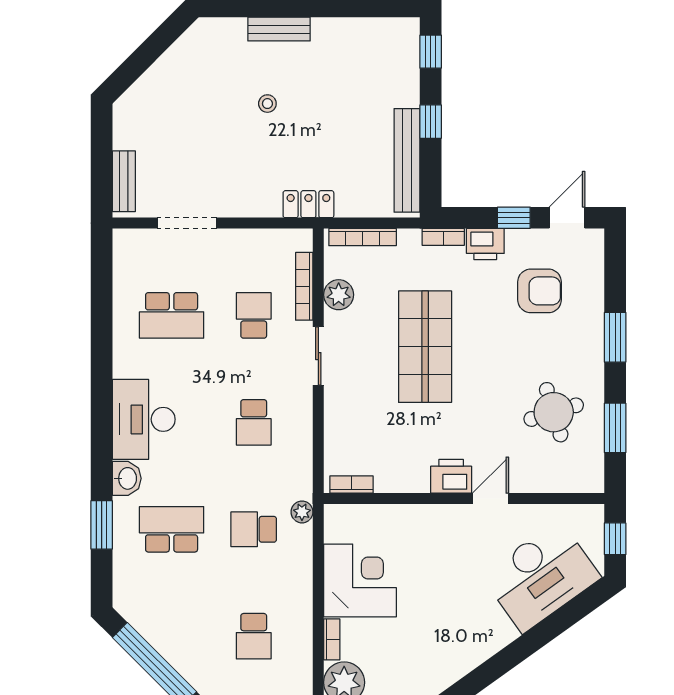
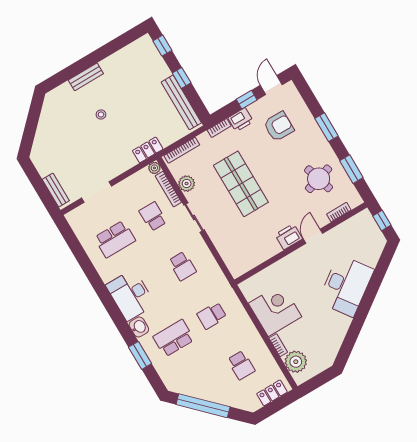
bookcase: (352, 485) -> (339, 212), moved
plant: (302, 512) -> (154, 168), moved
desk: (541, 576) -> (346, 286), moved

